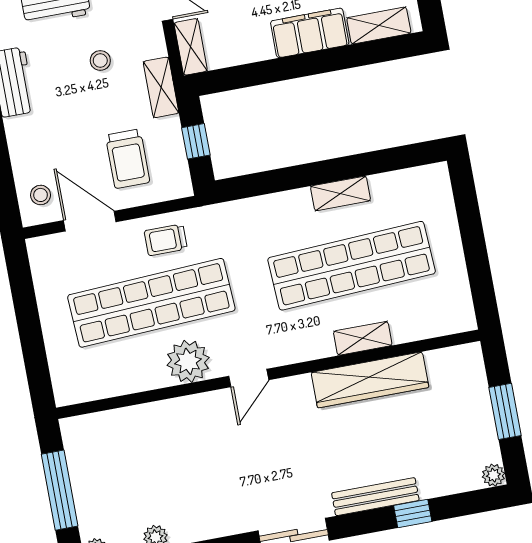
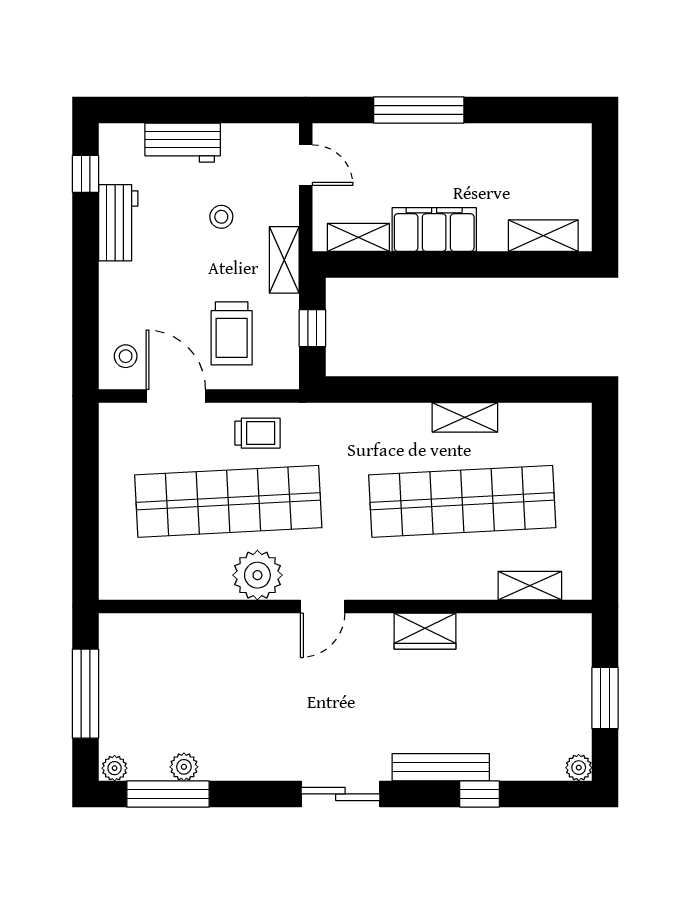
filing cabinet: (310, 33) -> (434, 229), moved
shelving: (191, 47) -> (358, 237), moved, turned 90
trolley: (166, 240) -> (258, 433), turned 180
shelving: (363, 338) -> (530, 586), moved
wardrobe: (370, 380) -> (425, 631), width x0.48, depth x0.85

